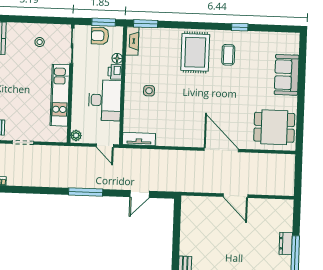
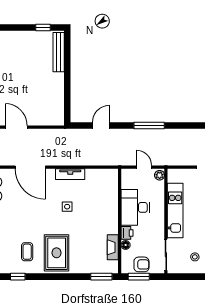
fireplace: (132, 41) -> (113, 247), moved
side table: (149, 91) -> (67, 207), moved
tv unit: (139, 139) -> (70, 174), moved
door: (105, 146) -> (144, 167), moved

